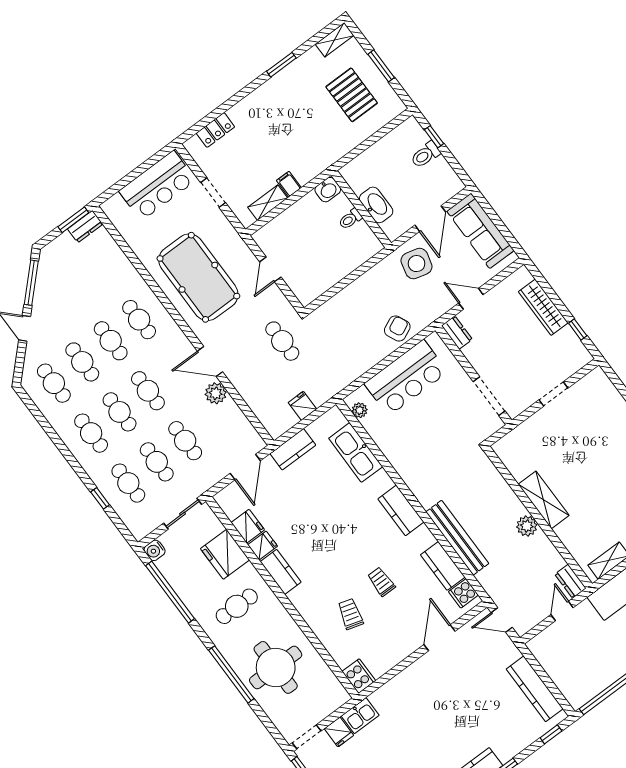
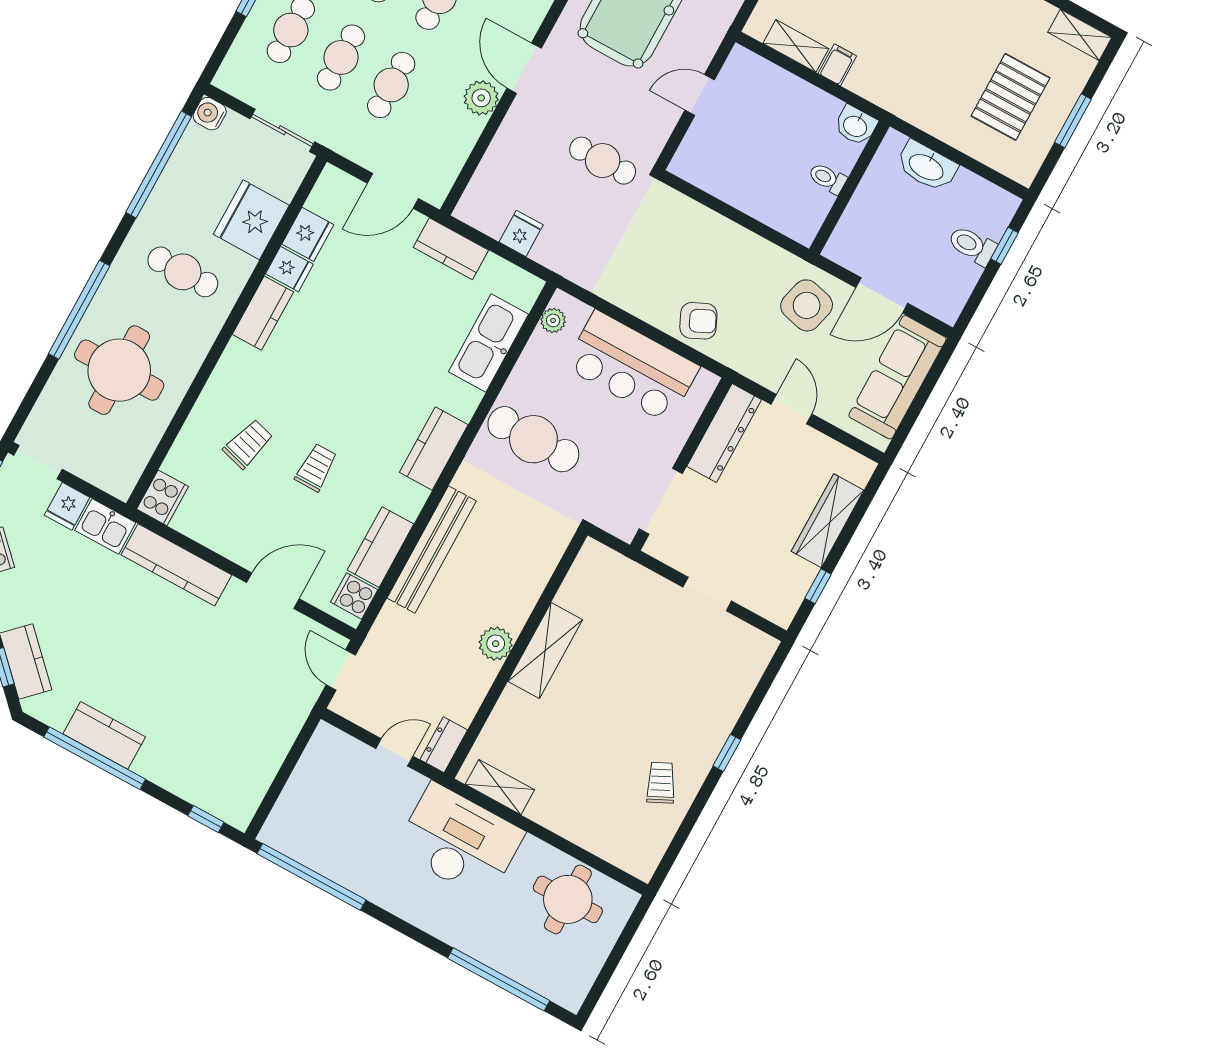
washbasin: (376, 205) -> (927, 166), moved, turned 90
dresser: (457, 333) -> (724, 433), width x1.96, depth x1.24
cafe table: (282, 341) -> (603, 161), turned 90
cafe table: (421, 452) -> (533, 439), added
kitchen counter: (535, 689) -> (176, 565), moved, turned -90

